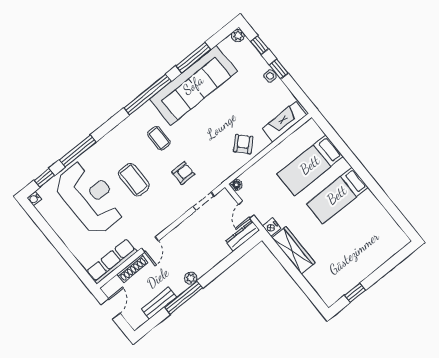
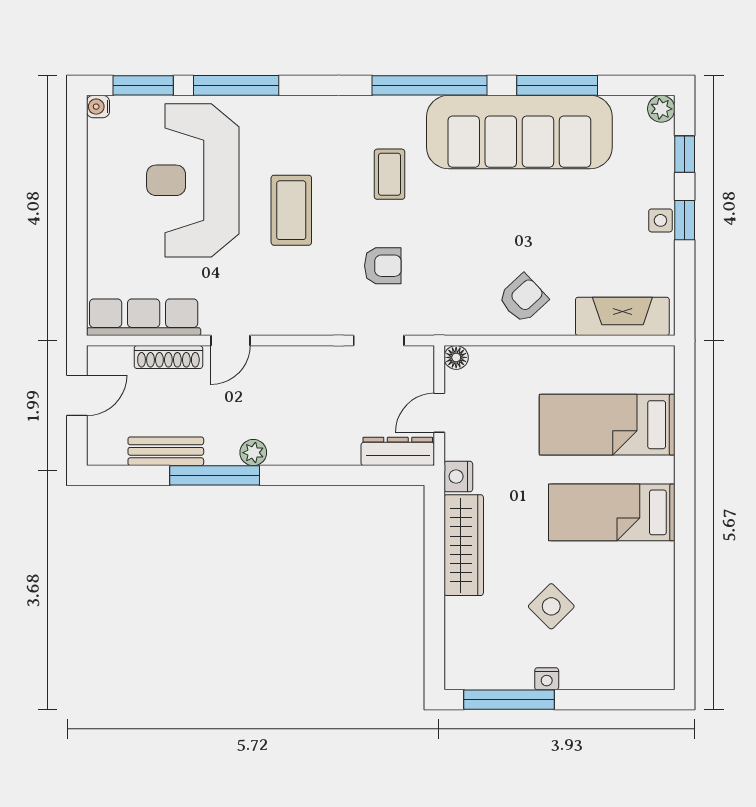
window: (44, 178) -> (143, 85), width x1.50
reception desk: (90, 198) -> (193, 180), turned 180
side table: (343, 247) -> (551, 606), added
nightstand: (362, 274) -> (547, 679), added
window: (355, 293) -> (509, 700), width x2.17

